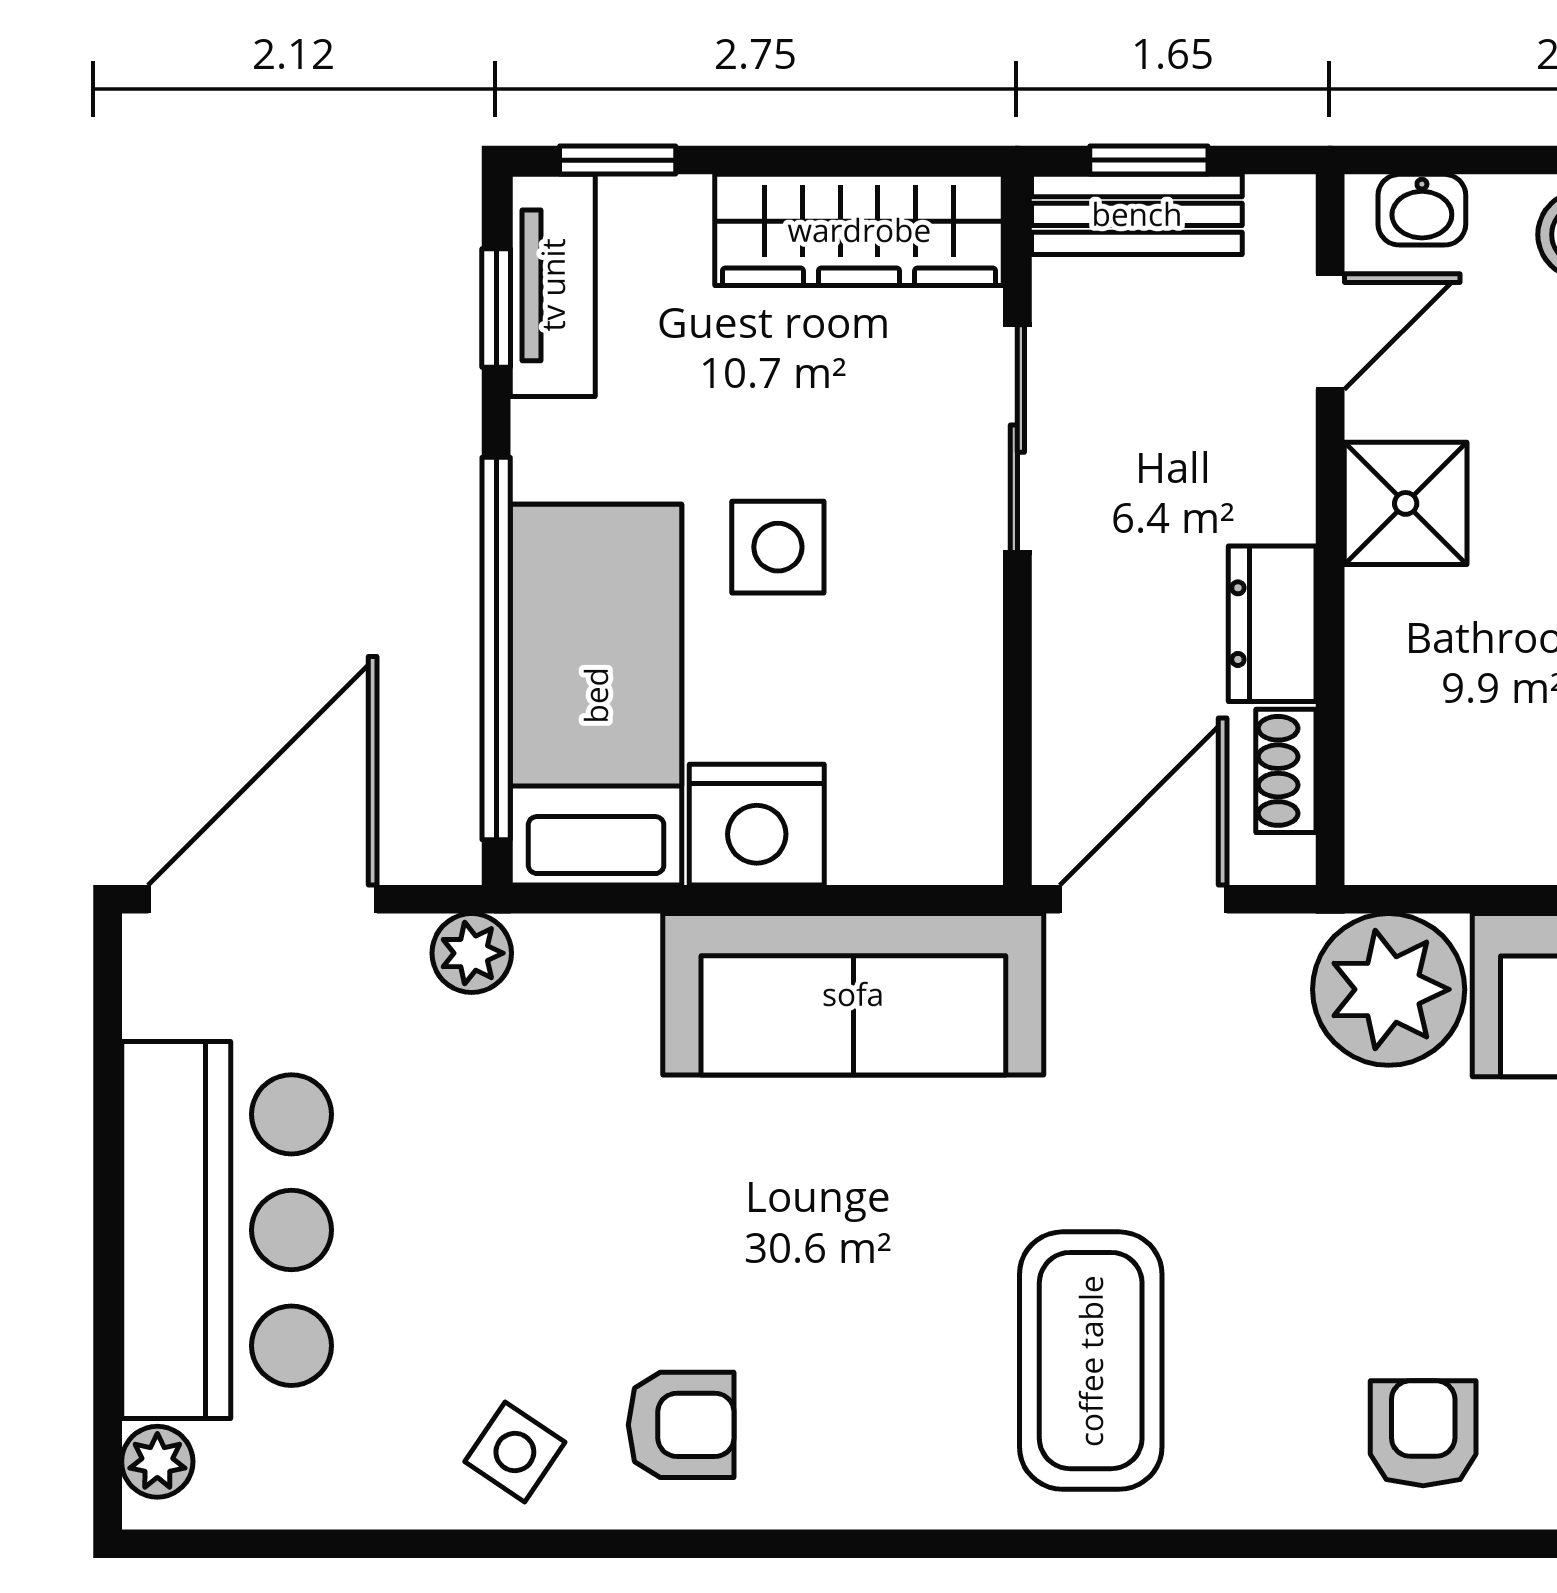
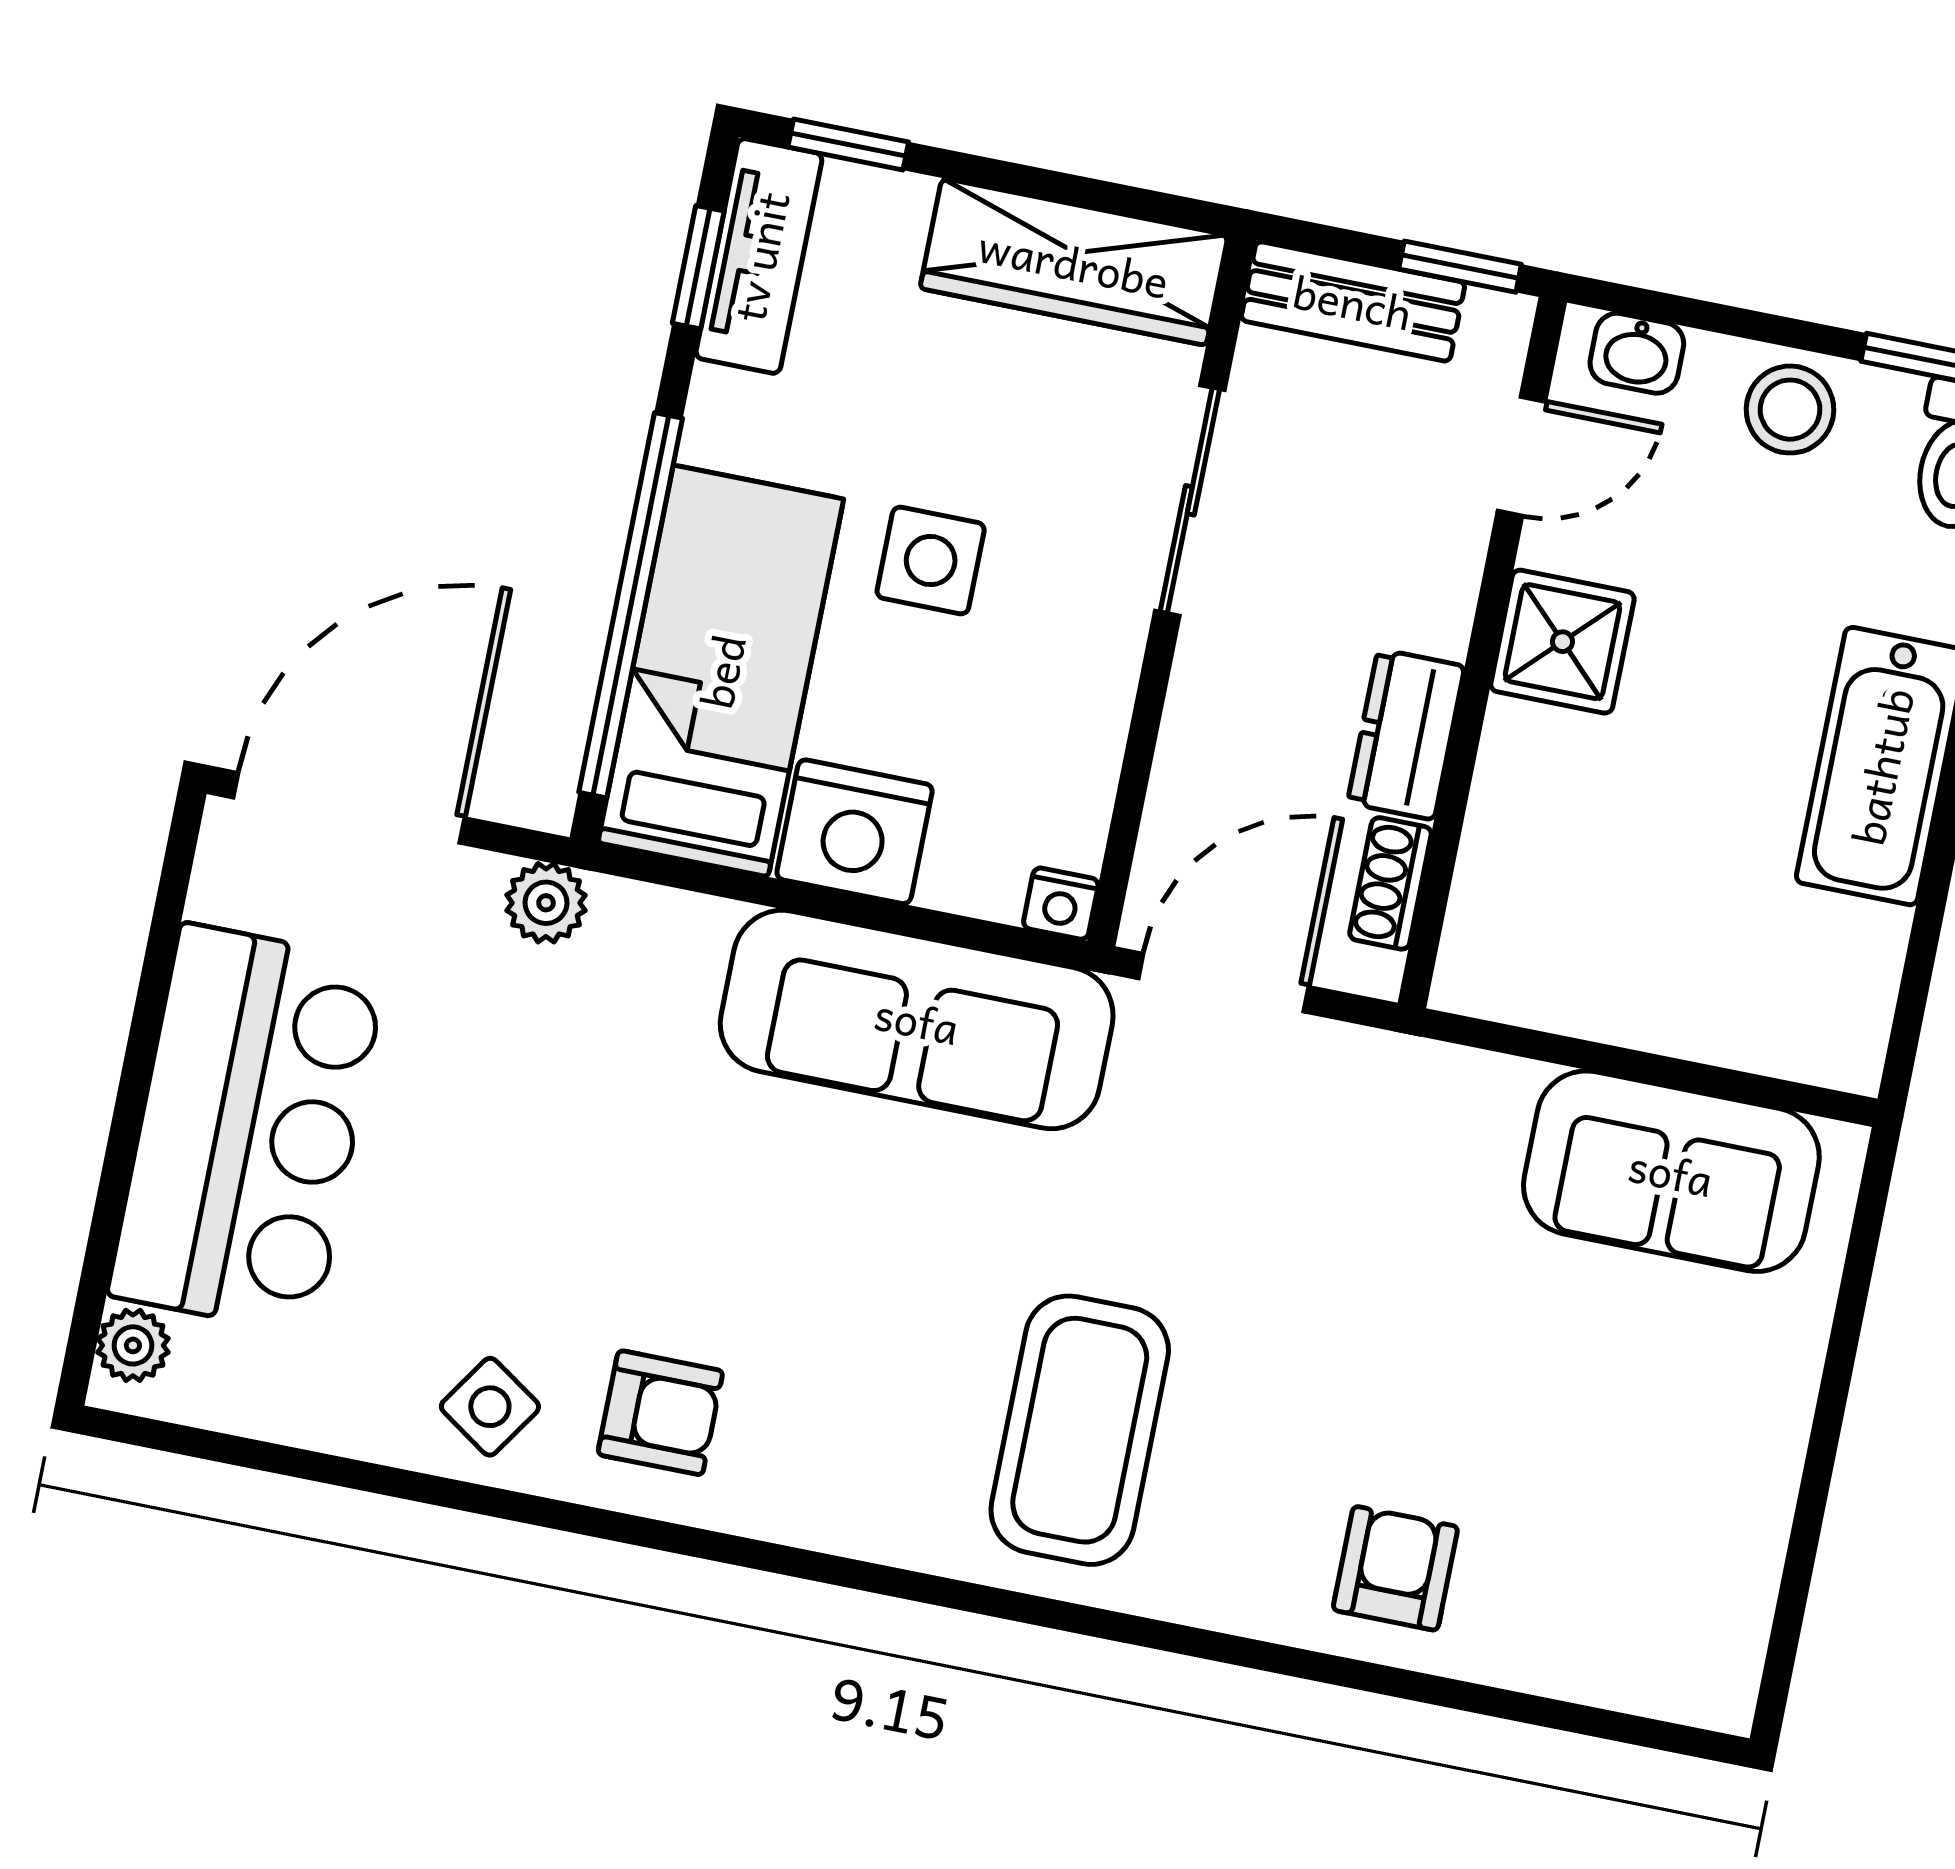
window: (1149, 160) -> (1460, 267), moved
nightstand: (970, 854) -> (1061, 904), added
plant: (1389, 989) -> (1449, 1121), removed

